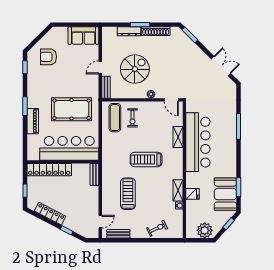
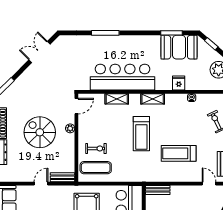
door: (100, 67) -> (41, 184), swing flipped
spiral stairs: (135, 69) -> (40, 132), moved
shelving: (178, 190) -> (153, 99), moved

